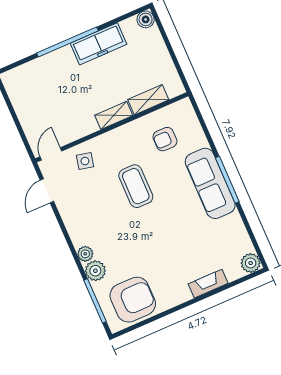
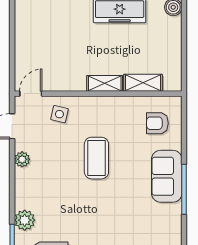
armchair: (165, 139) -> (157, 123), moved
sofa: (210, 183) -> (167, 176), width x0.73
plant: (85, 254) -> (22, 159), moved

